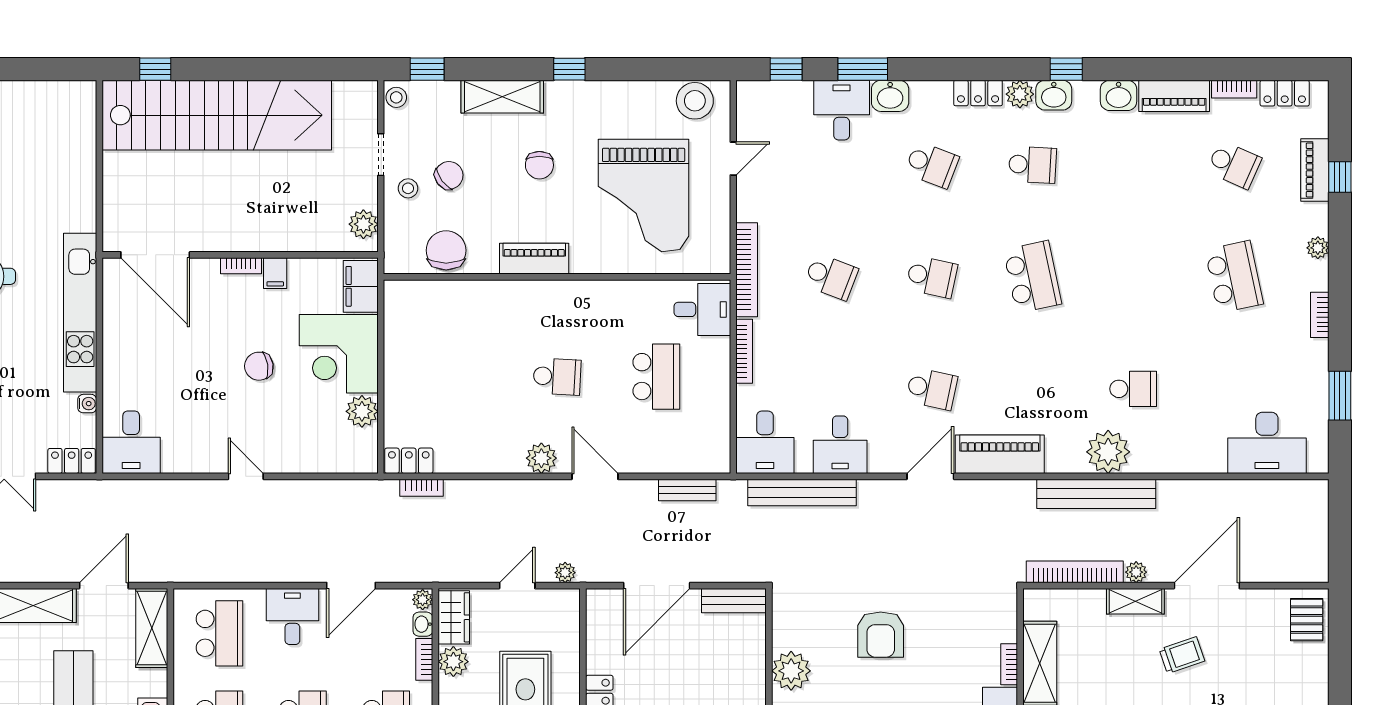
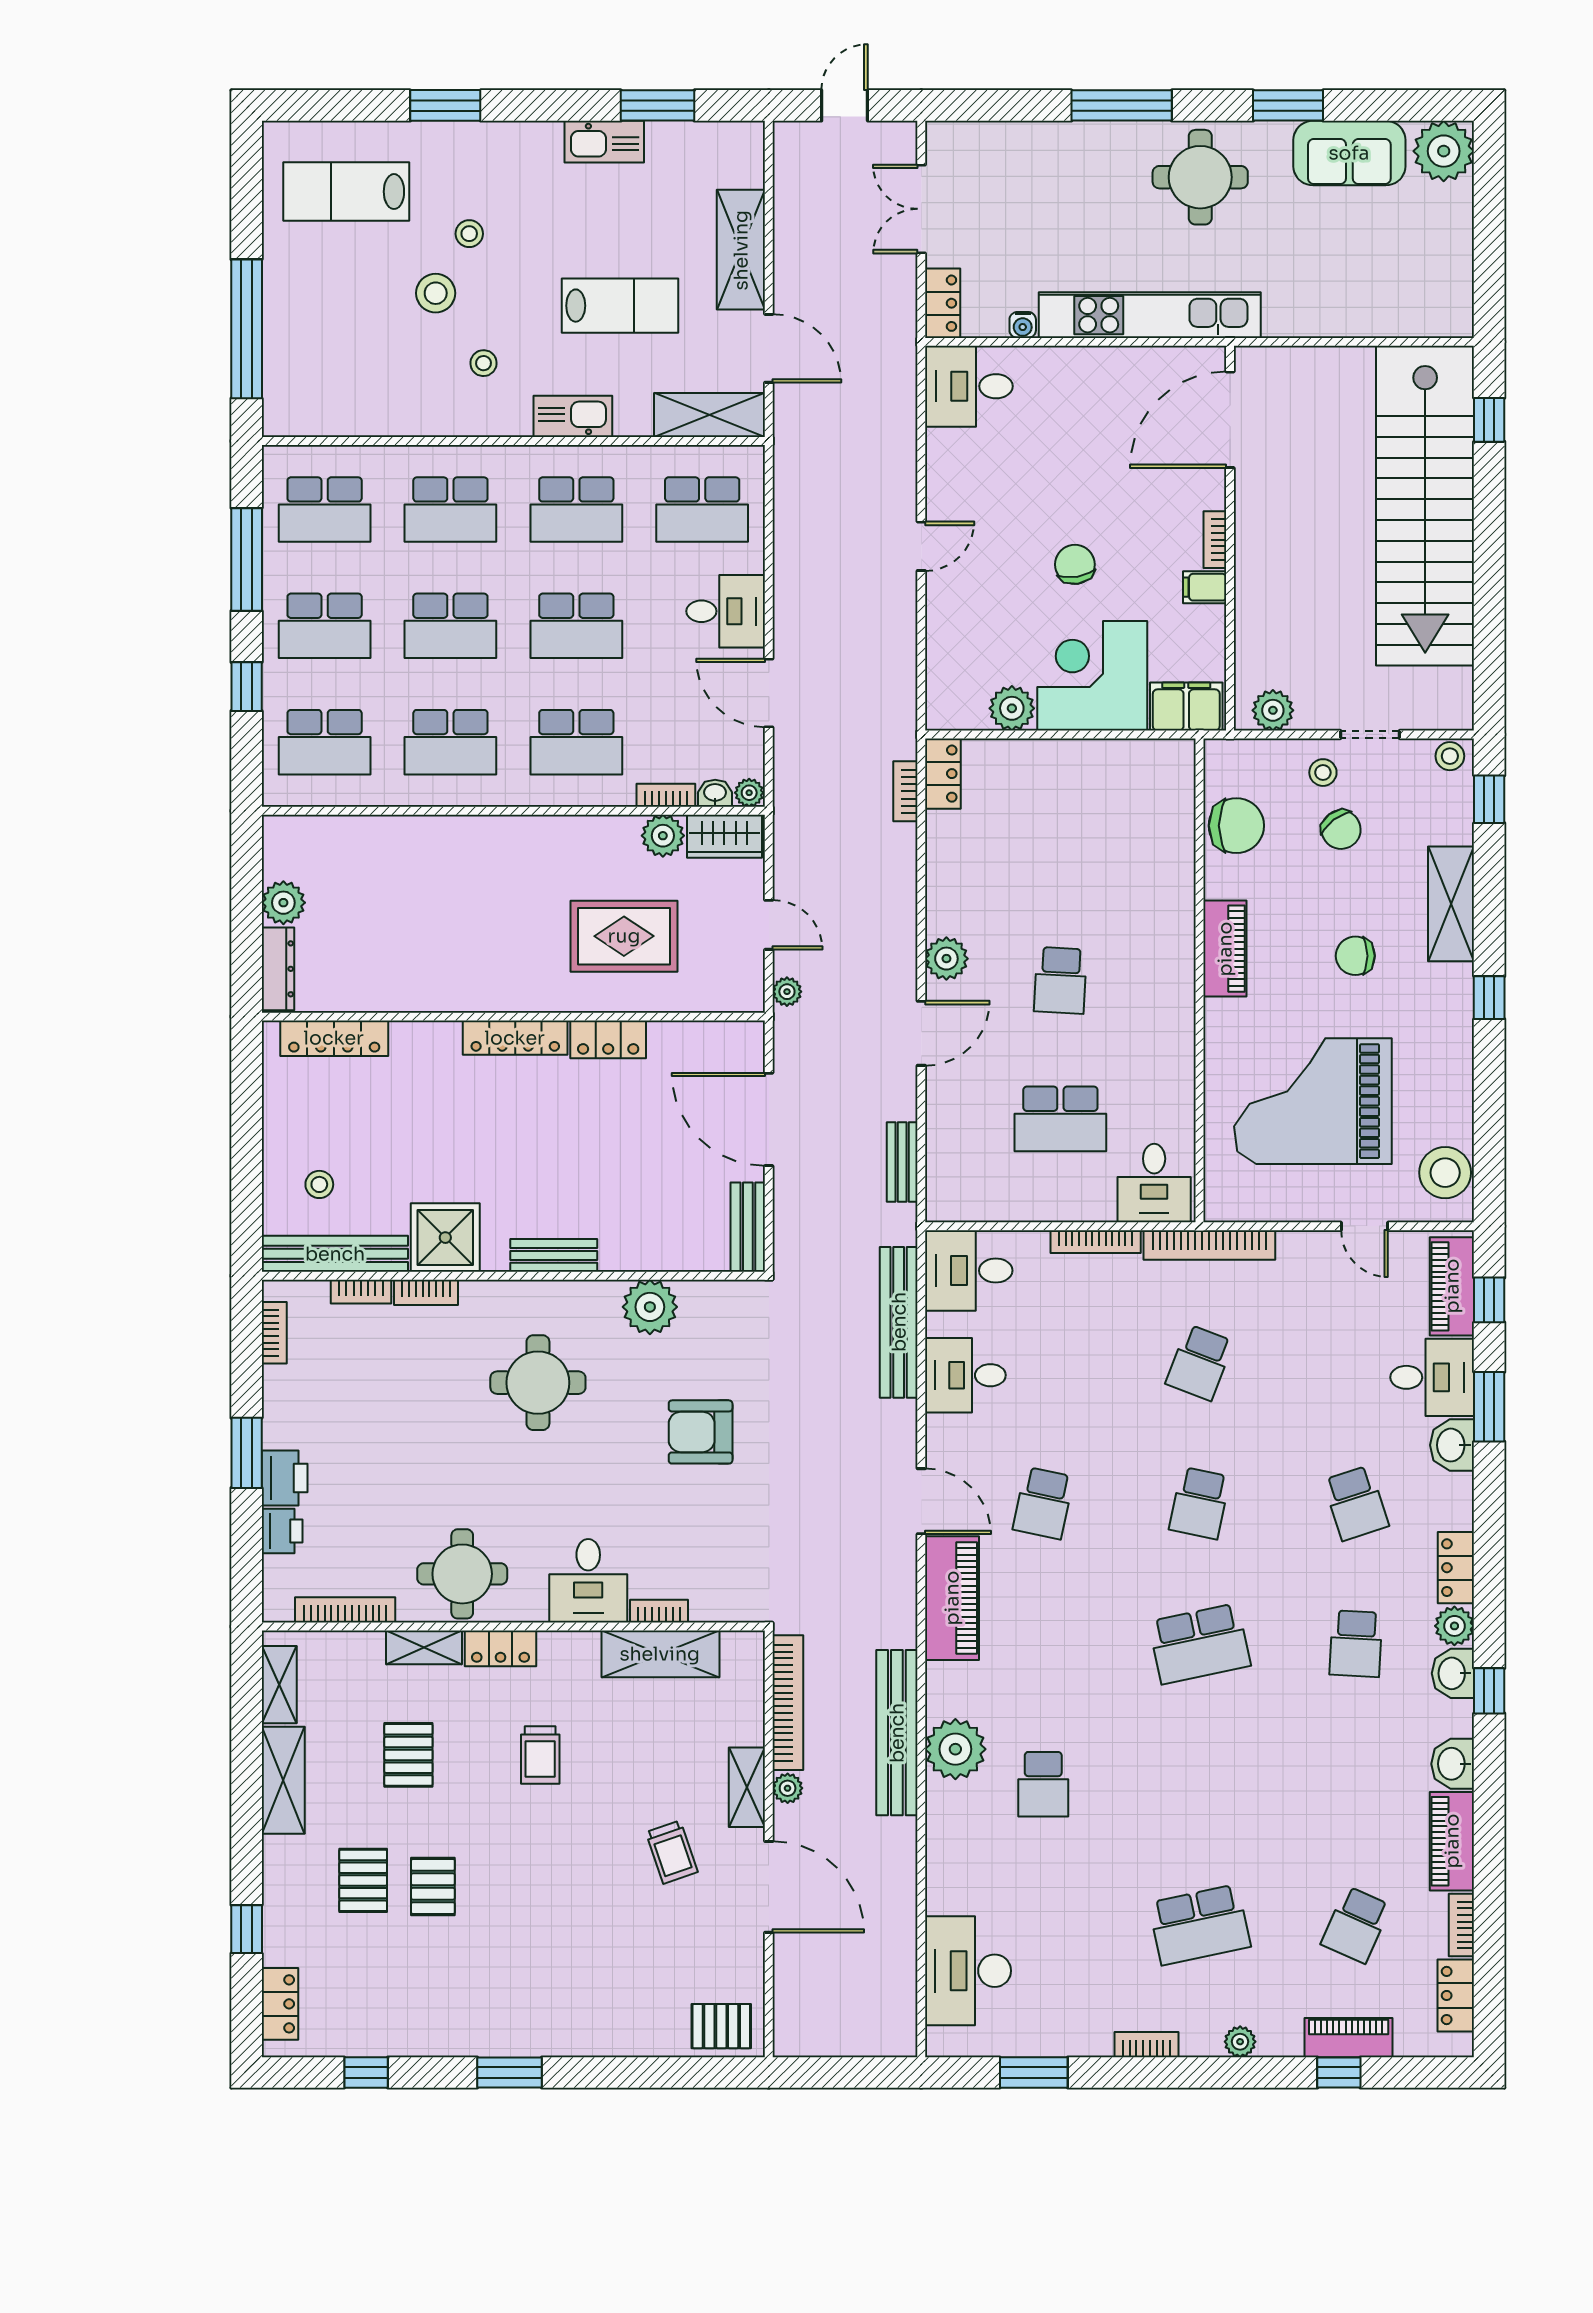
piano: (776, 96) -> (1452, 1286), added
school desk: (932, 165) -> (1356, 1503), turned -39

